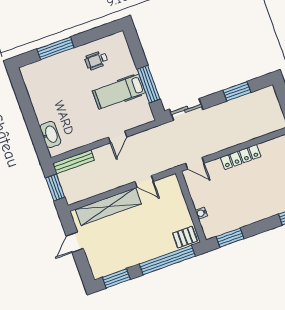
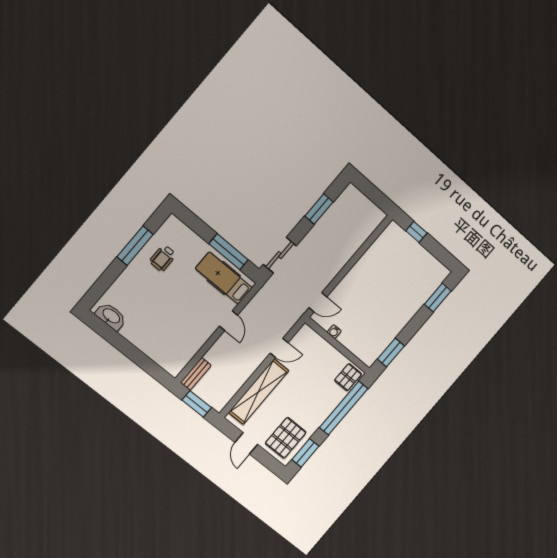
window: (56, 48) -> (135, 246), moved
hospital bed: (119, 92) -> (224, 278), moved, turned 90
washbasin: (50, 135) -> (111, 316), moved
locker: (241, 157) -> (358, 271), removed
bench: (74, 162) -> (196, 374), width x0.73
water cooler: (201, 213) -> (334, 332), moved
pallet: (108, 257) -> (286, 438), added

